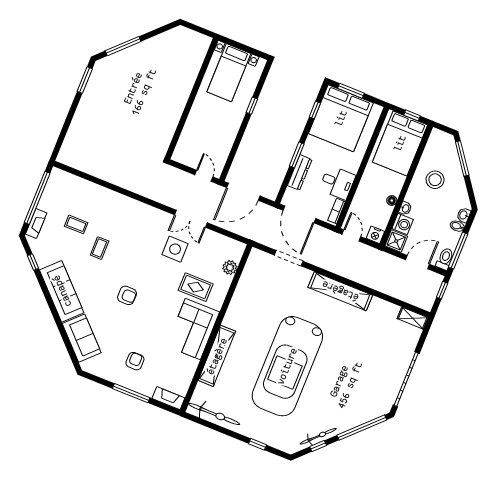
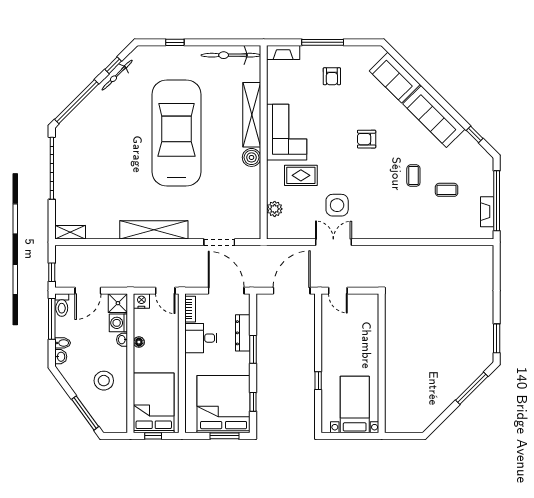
fireplace: (36, 224) -> (487, 212), moved
boiler: (232, 319) -> (252, 157), added

